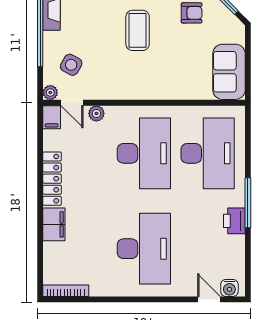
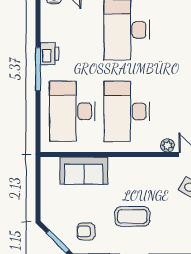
coffee table: (138, 30) -> (132, 217), turned 90
sofa: (229, 72) -> (84, 171), moved, turned 90

